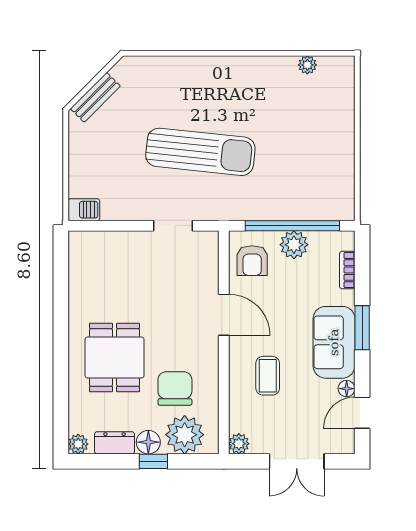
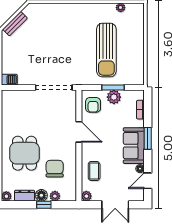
sun lounger: (200, 152) -> (106, 50), moved, turned 84
doorway: (173, 226) -> (54, 88), width x1.87
window: (292, 226) -> (113, 88), width x0.47
coffee table: (268, 376) -> (94, 171), moved
plant: (185, 435) -> (55, 196), width x0.53, depth x0.53

